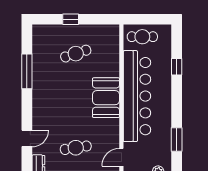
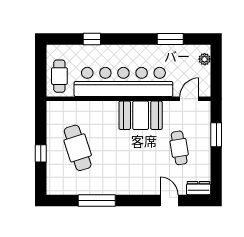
cafe table: (76, 54) -> (78, 148), width x1.37, depth x1.35
booth: (106, 98) -> (141, 115), moved
door: (121, 157) -> (189, 99), swing flipped

